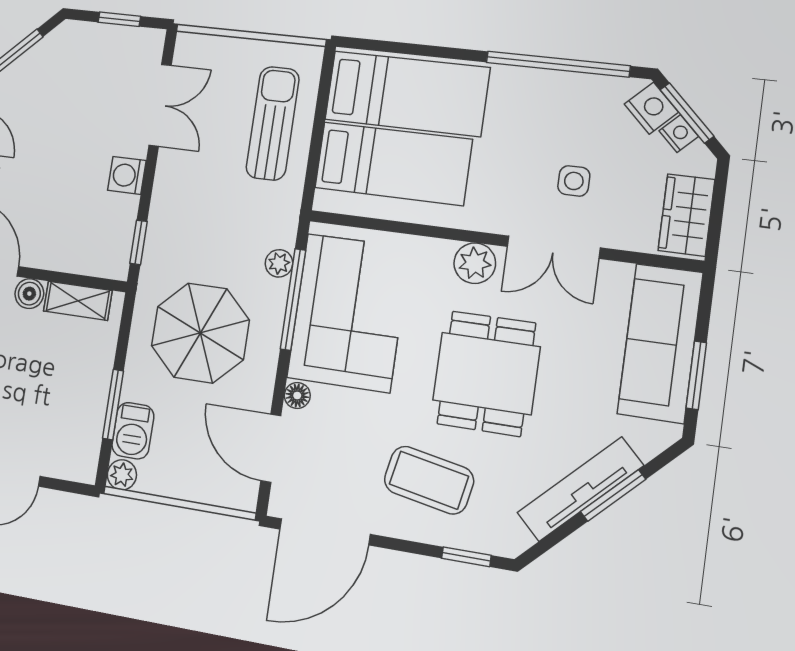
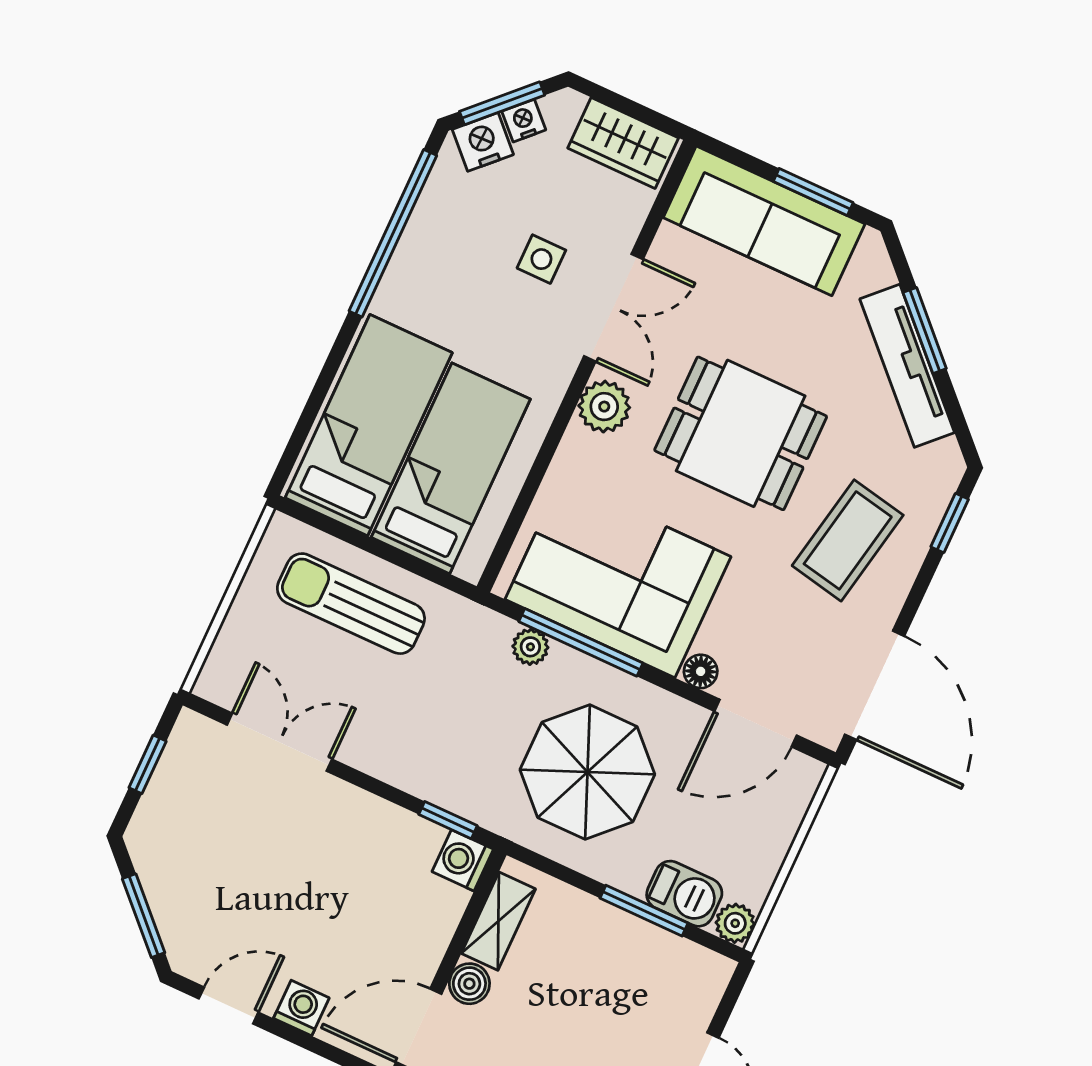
washing machine: (127, 175) -> (463, 860), moved, turned 90

